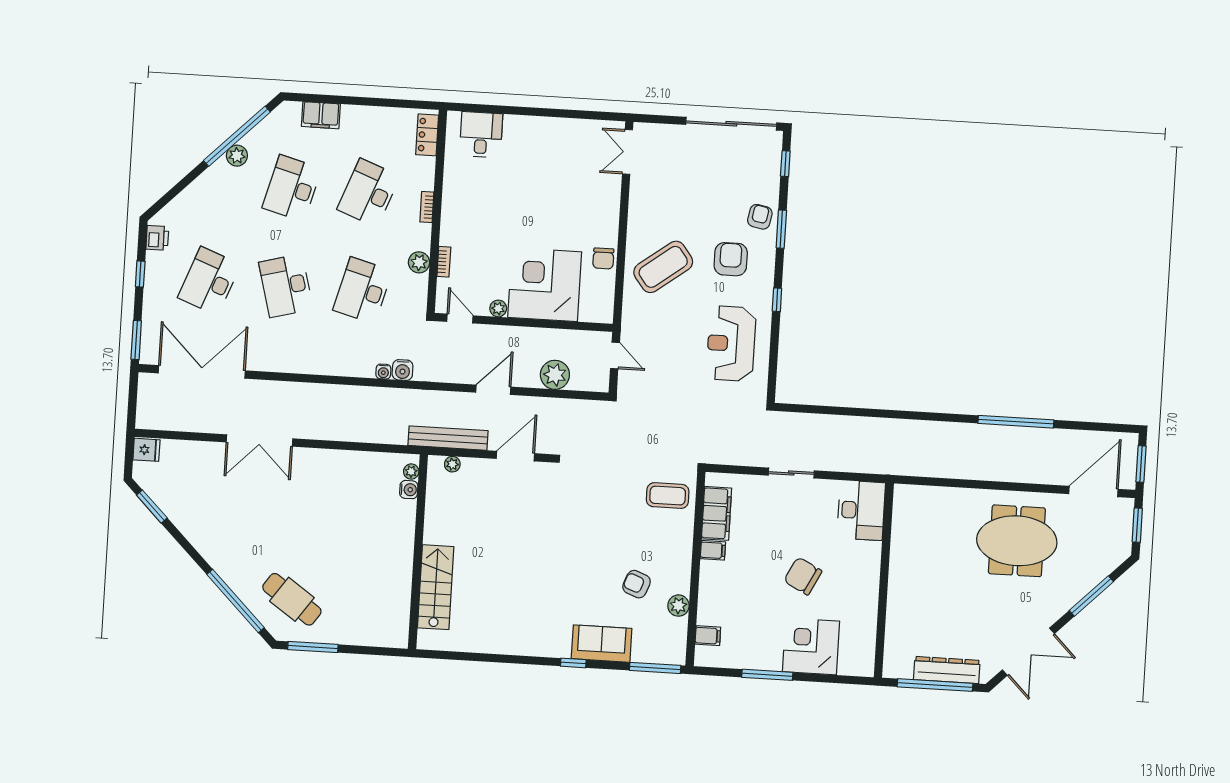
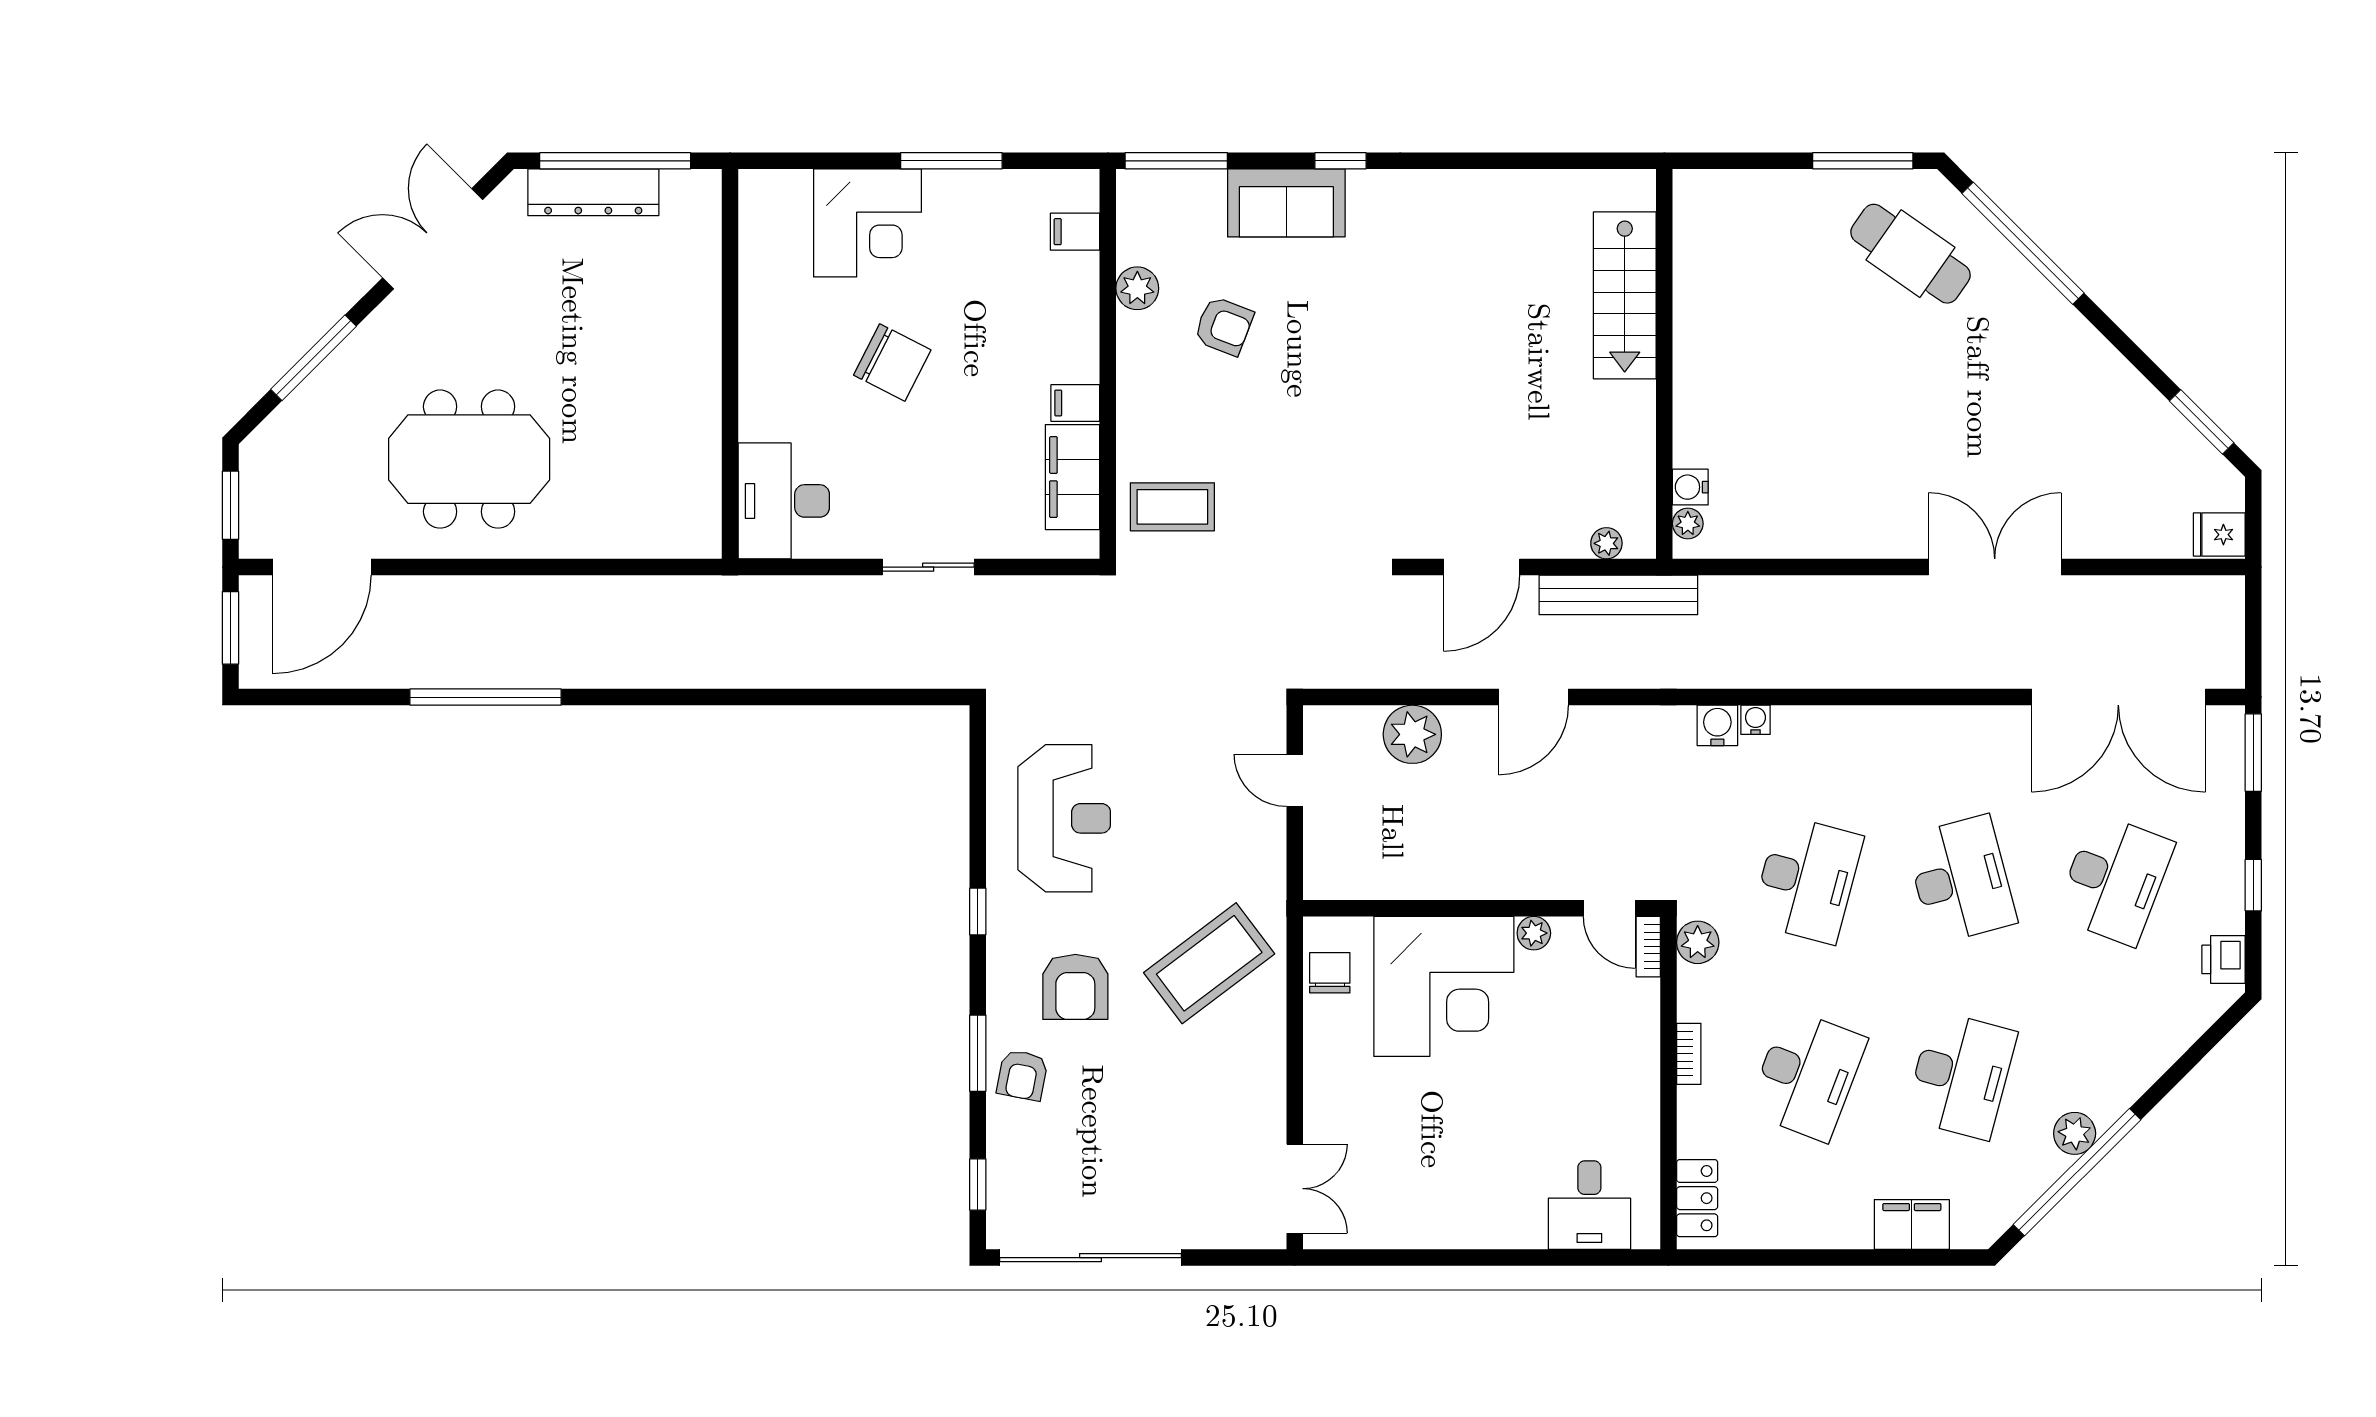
corner desk: (545, 285) -> (1444, 986), moved
plant: (498, 308) -> (1534, 933), moved
door: (460, 319) -> (1609, 908), moved
wall: (523, 322) -> (1482, 908), moved

